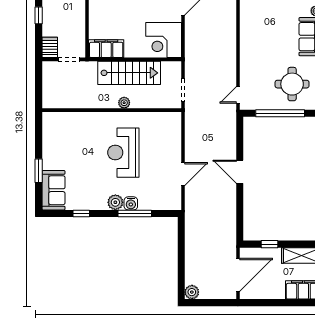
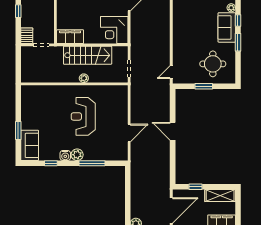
window: (280, 113) -> (204, 86), width x0.47
water cooler: (131, 203) -> (65, 156), moved

